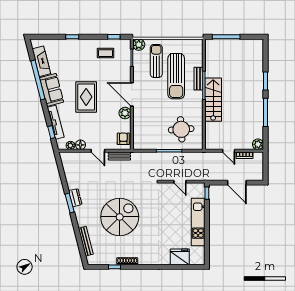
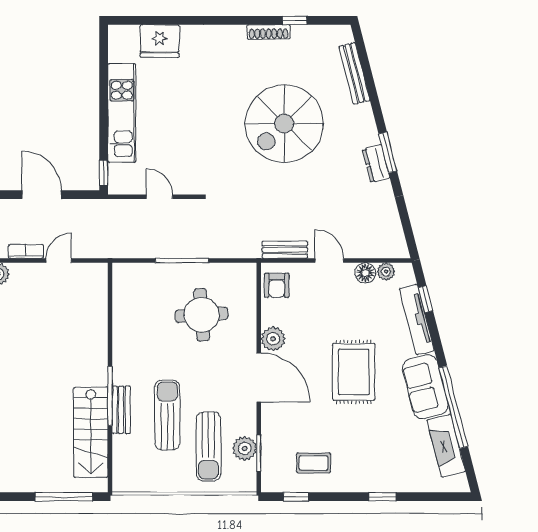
plant: (139, 45) -> (245, 448), moved
sun lounger: (176, 76) -> (167, 415), width x0.73, depth x0.75
stairs: (213, 100) -> (91, 432), moved
round table: (181, 129) -> (202, 315), moved
door: (229, 151) -> (59, 261), hinge flipped

